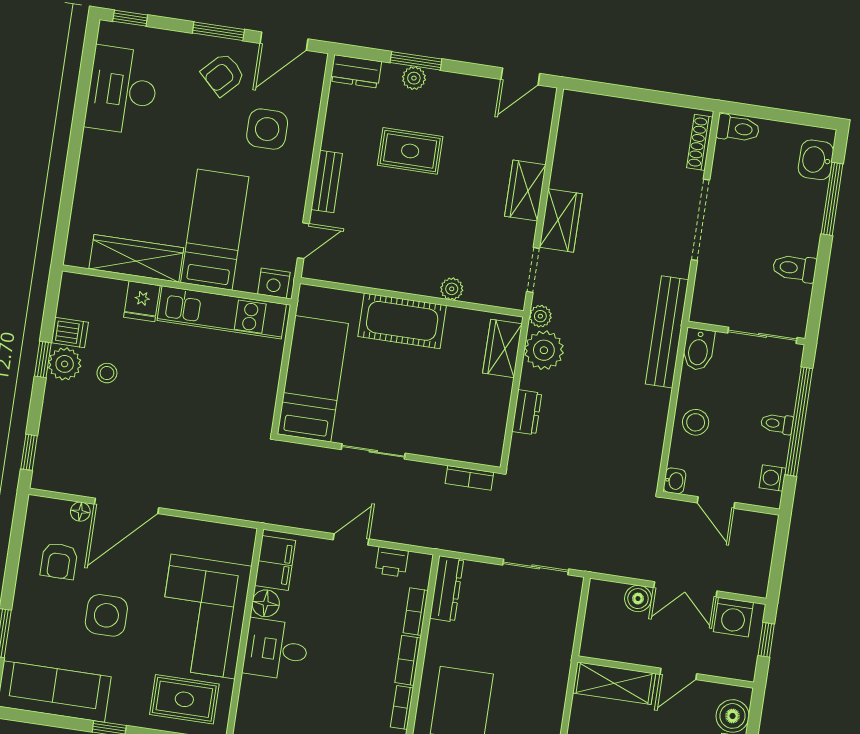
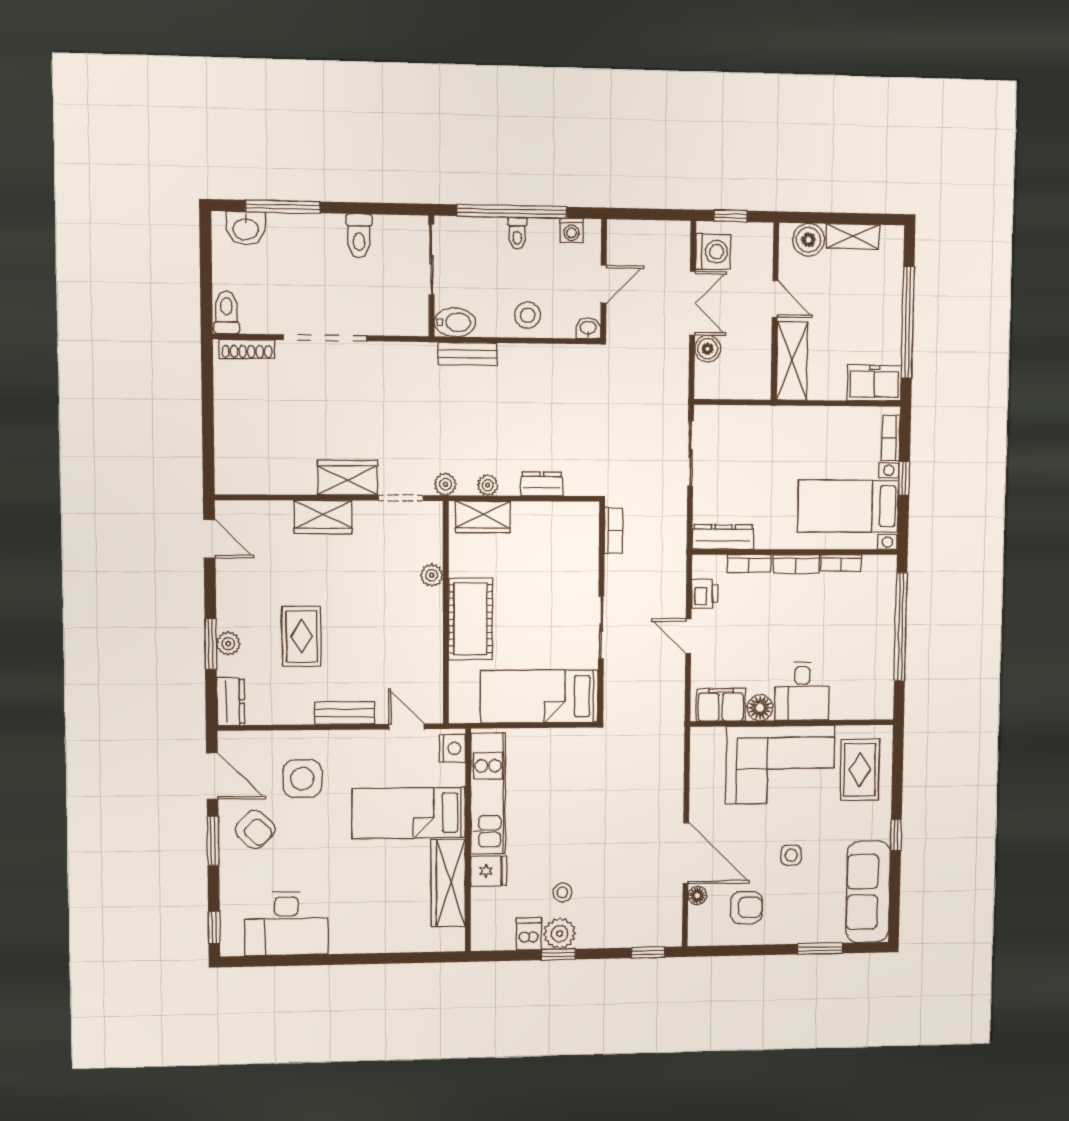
bench: (667, 332) -> (468, 354), width x0.54, depth x0.82
plant: (544, 350) -> (488, 485), width x0.53, depth x0.53
side table: (106, 615) -> (791, 855), width x0.54, depth x0.54

